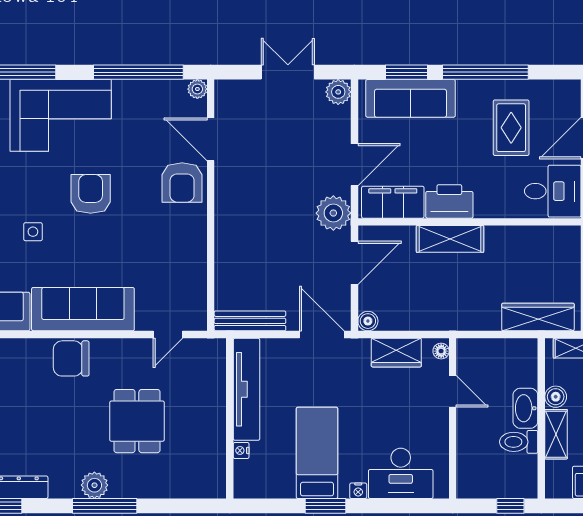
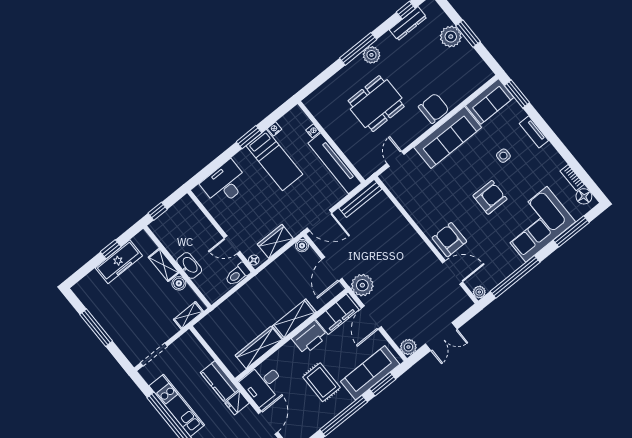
rug: (511, 128) -> (321, 382), moved
armchair: (91, 194) -> (490, 197), turned -90
wardrobe: (538, 317) -> (259, 348), moved, turned 180
dining table: (137, 421) -> (376, 104), width x1.38
toilet: (519, 442) -> (237, 274), moved, turned 180
nightstand: (358, 491) -> (275, 129), moved

